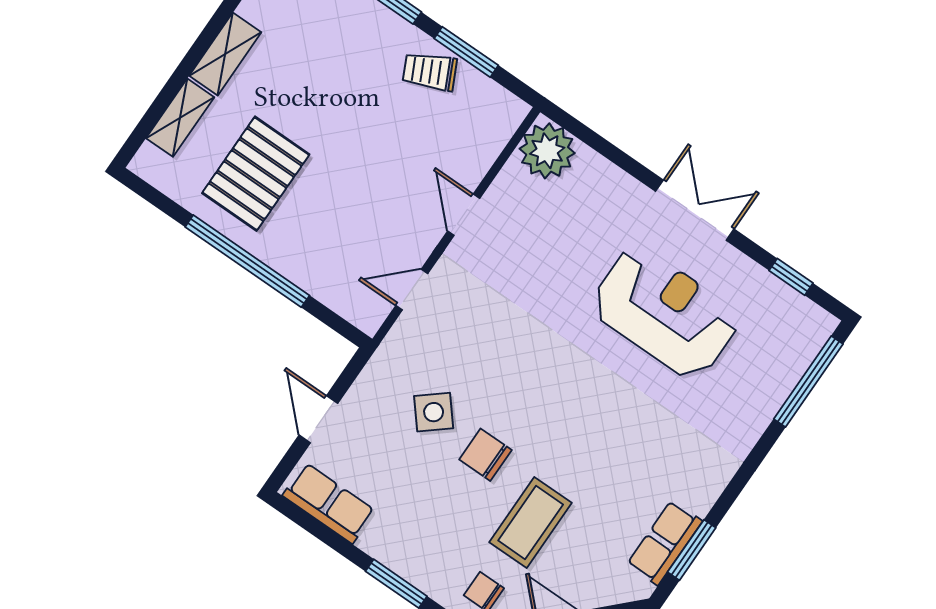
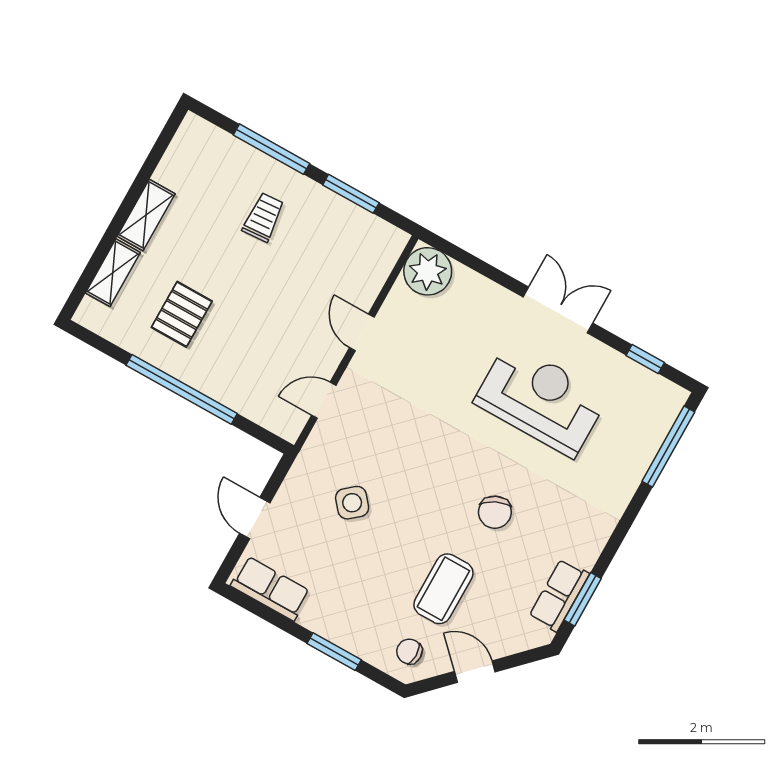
trolley: (430, 72) -> (263, 217), moved, turned 112
pallet: (256, 174) -> (182, 314), width x0.67, depth x0.71
chair: (485, 455) -> (495, 512), moved, turned -115

